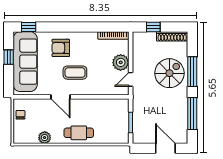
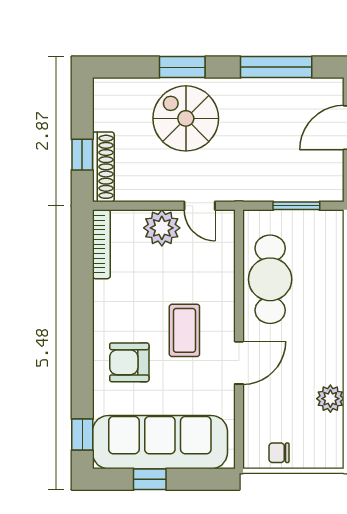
shoe rack: (172, 36) -> (103, 167), moved
armchair: (61, 48) -> (129, 362), turned 90
window: (192, 72) -> (182, 67), width x0.69
cafe table: (79, 133) -> (270, 279), moved, width x1.37, depth x1.35

